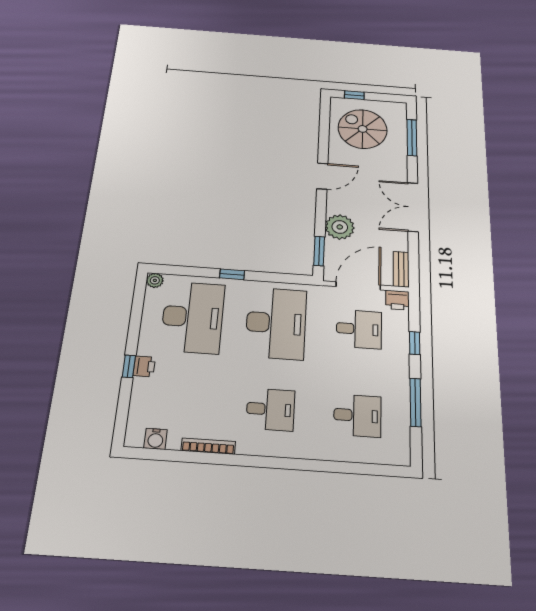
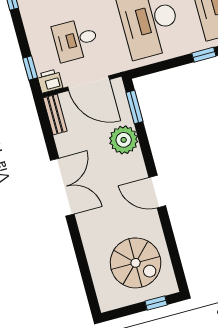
window: (412, 138) -> (85, 270), removed
door: (322, 176) -> (157, 192), hinge flipped
door: (358, 286) -> (89, 83), hinge flipped
window: (415, 343) -> (30, 68), moved

